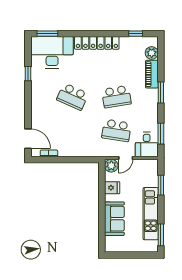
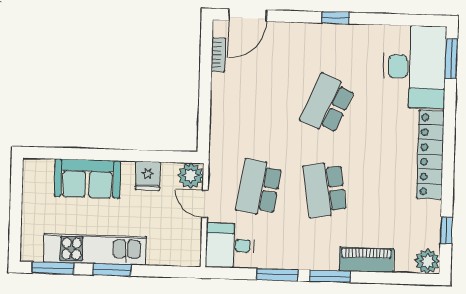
plant: (152, 53) -> (427, 261), moved
window: (28, 74) -> (335, 18), moved
window: (161, 134) -> (277, 275), moved
window: (161, 185) -> (112, 270), moved

